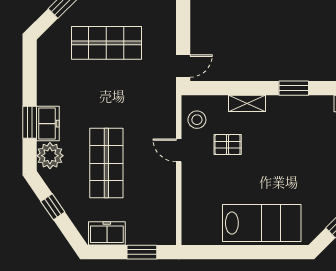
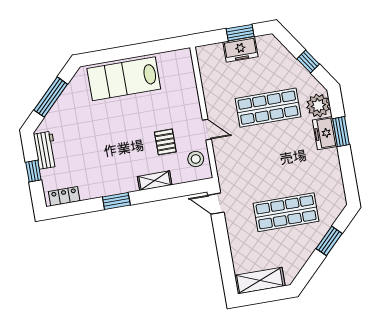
door: (183, 66) -> (216, 204), hinge flipped
pallet: (228, 144) -> (165, 142), turned 90
shop shelf: (106, 163) -> (268, 108), turned 90
freezer: (107, 233) -> (240, 49), moved
window: (142, 252) -> (240, 33), moved

